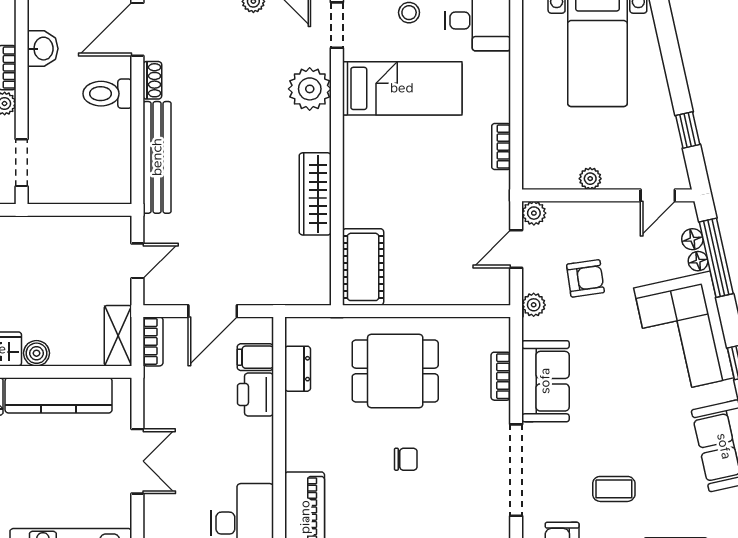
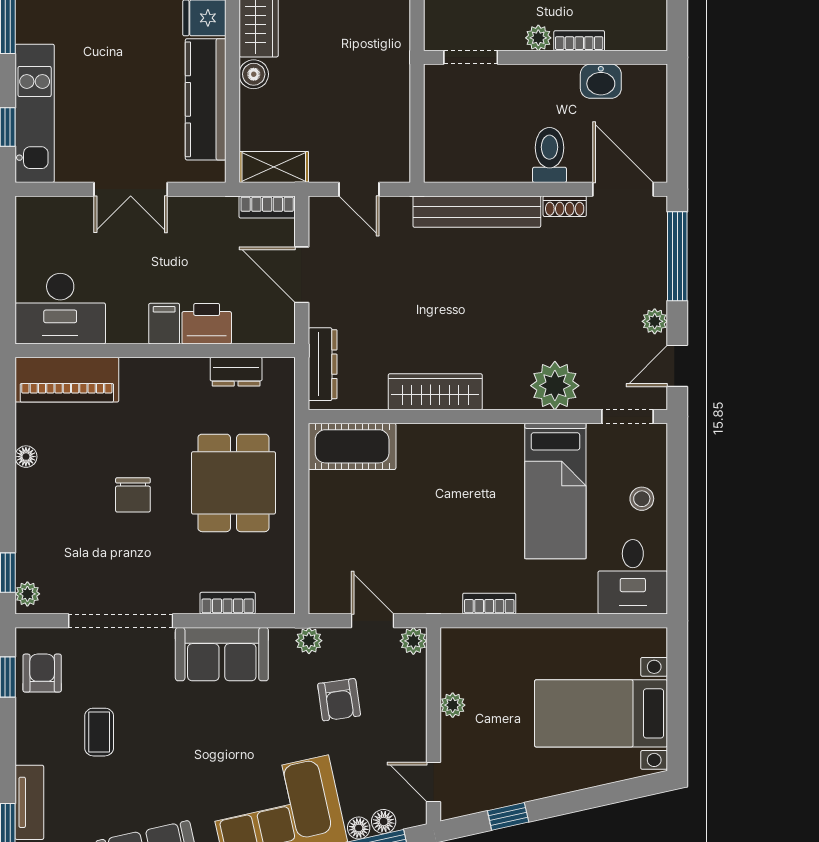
dresser: (291, 293) -> (323, 364), added
filing cabinet: (255, 357) -> (164, 324), moved
chair: (406, 459) -> (133, 495), width x1.37, depth x1.37

